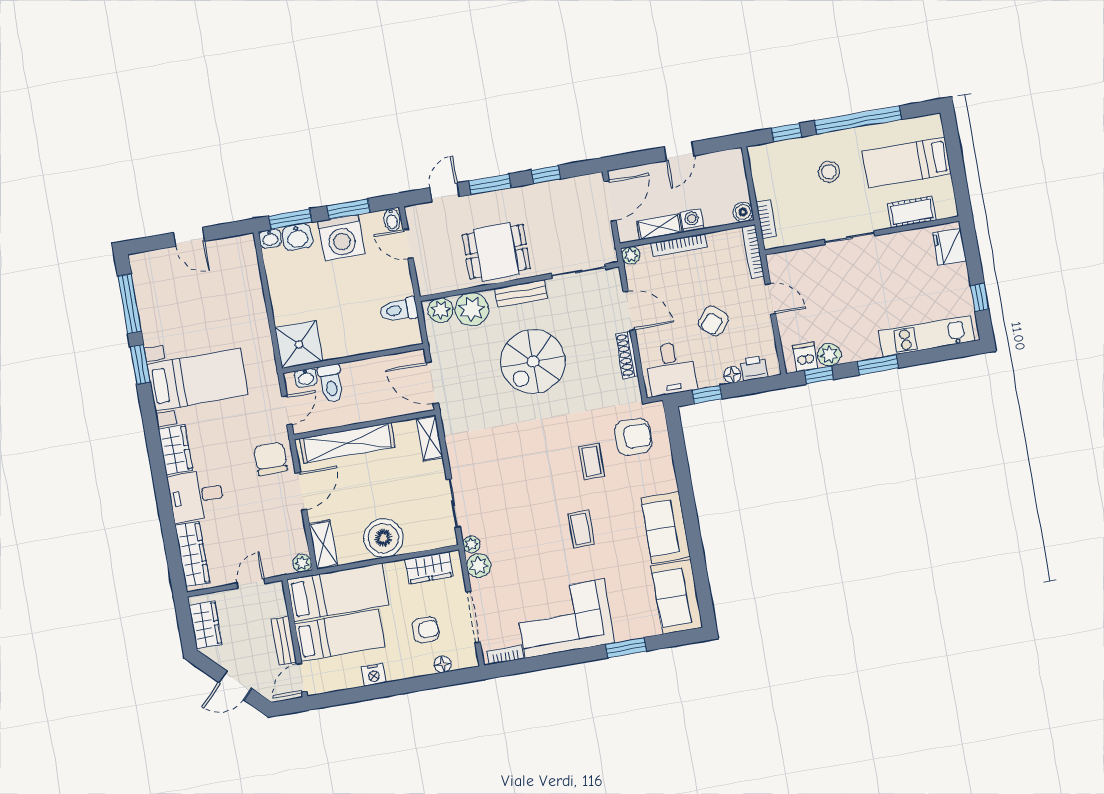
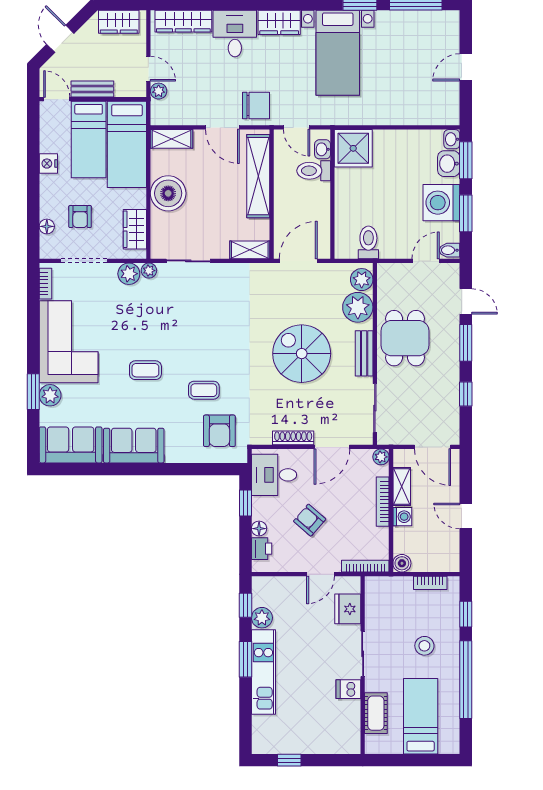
bookcase: (766, 219) -> (430, 583), moved
fridge: (949, 247) -> (348, 609), moved, turned -90
kitchen unit: (927, 336) -> (263, 672), moved
dishwasher: (805, 357) -> (348, 689), moved, turned 180
plant: (302, 563) -> (159, 91), moved
plant: (627, 629) -> (50, 395), added

